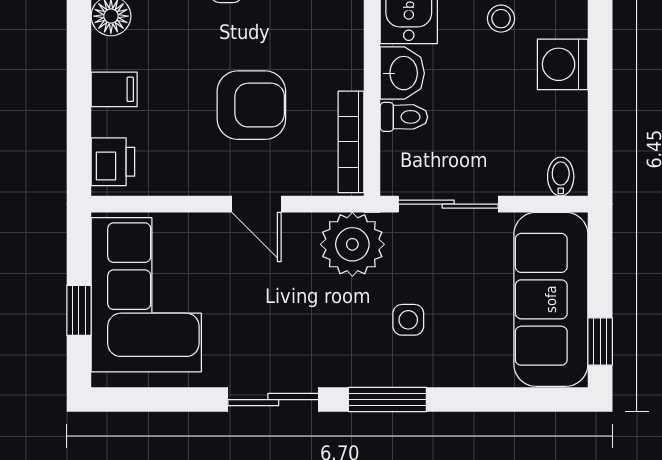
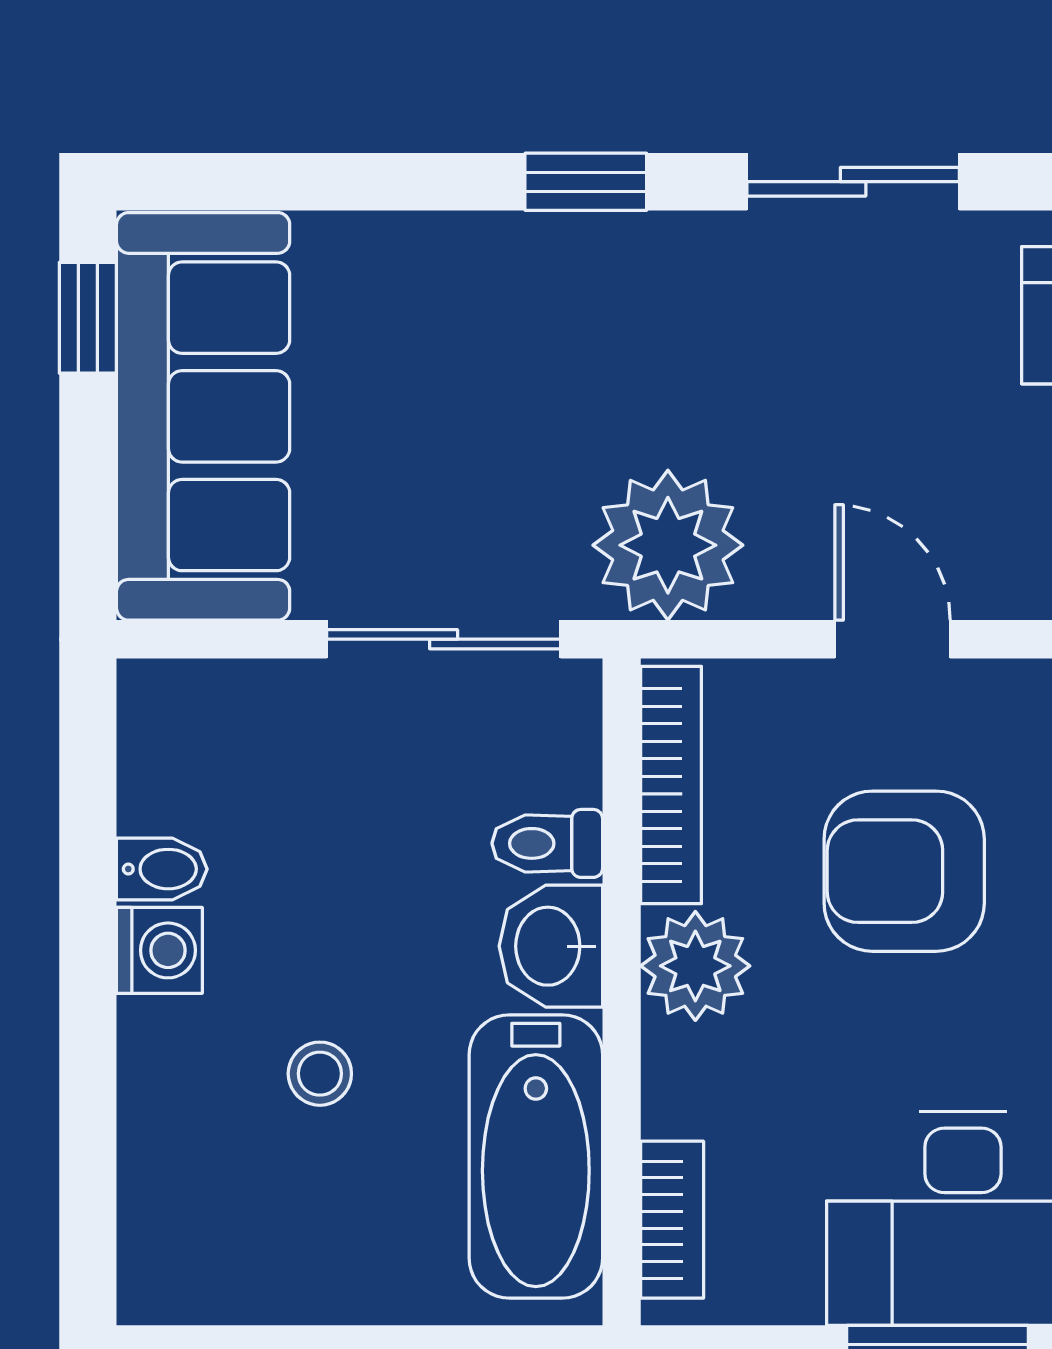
washing machine: (563, 64) -> (159, 950), width x0.73, depth x0.73
plant: (341, 65) -> (695, 966), added
bidet: (561, 177) -> (162, 869), moved, turned -90
side table: (408, 320) -> (537, 368), removed
window: (387, 400) -> (586, 182), width x0.67

